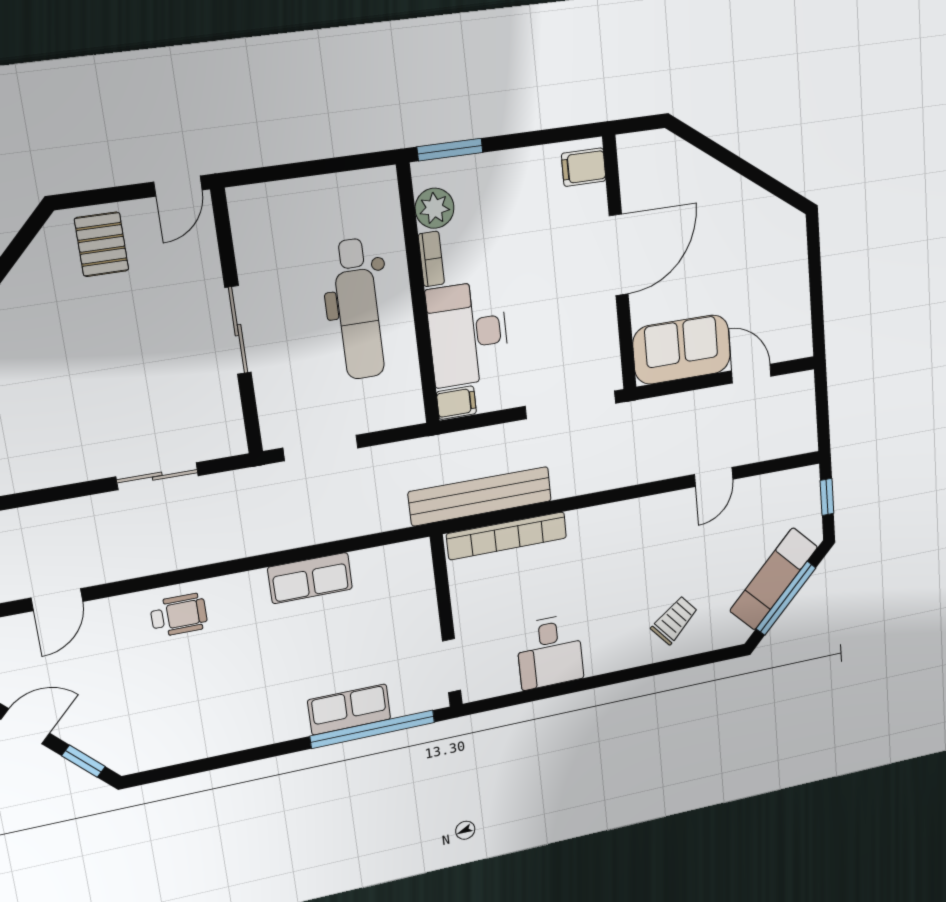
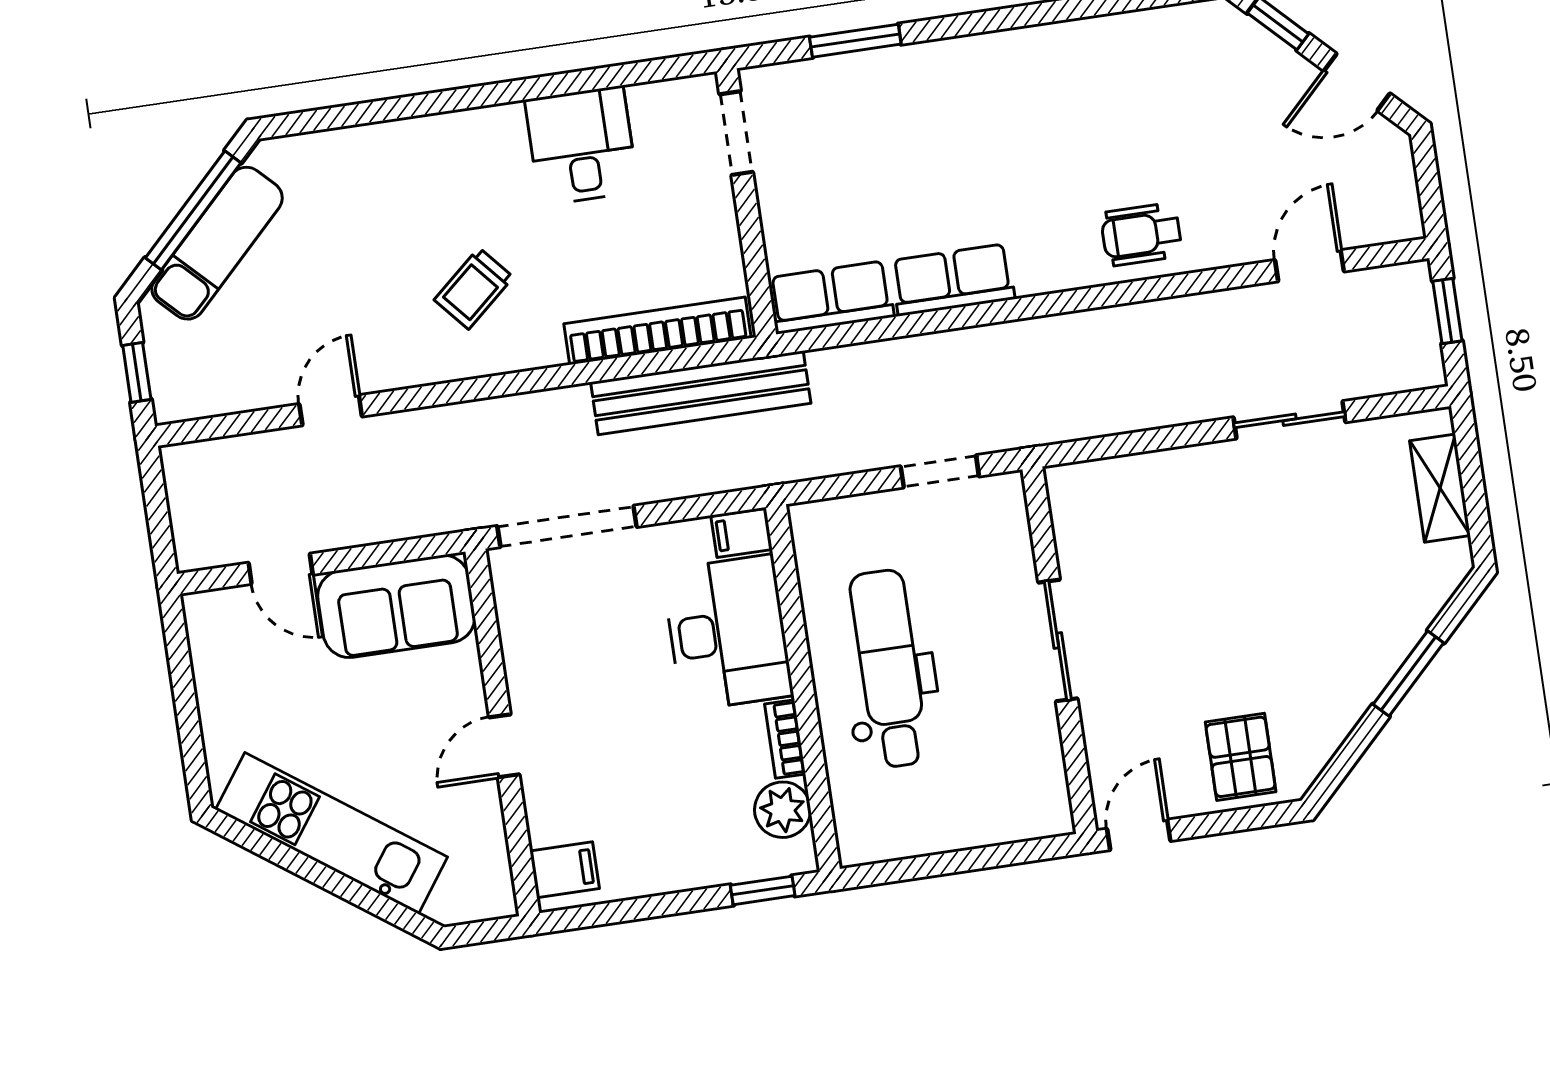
window: (450, 150) -> (763, 890), width x0.67
kitchen unit: (732, 195) -> (332, 833), added
door: (619, 255) -> (504, 746), width x0.53
doorway: (321, 448) -> (940, 471), width x0.73
sliding door: (157, 476) -> (1290, 420), moved
trolley: (674, 620) -> (474, 289), moved
row of seats: (349, 709) -> (831, 297), moved, turned 180
window: (373, 729) -> (855, 41), width x0.47

